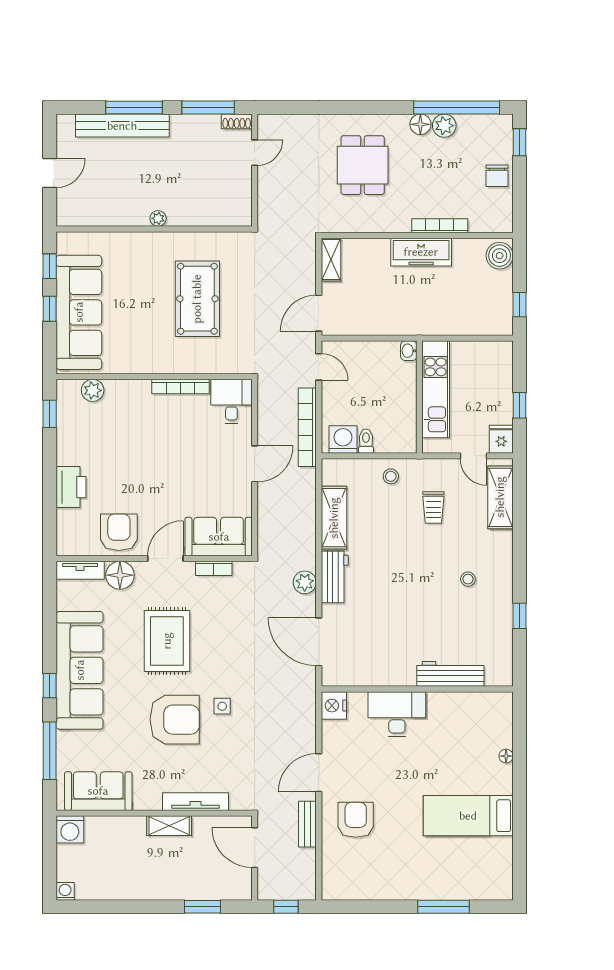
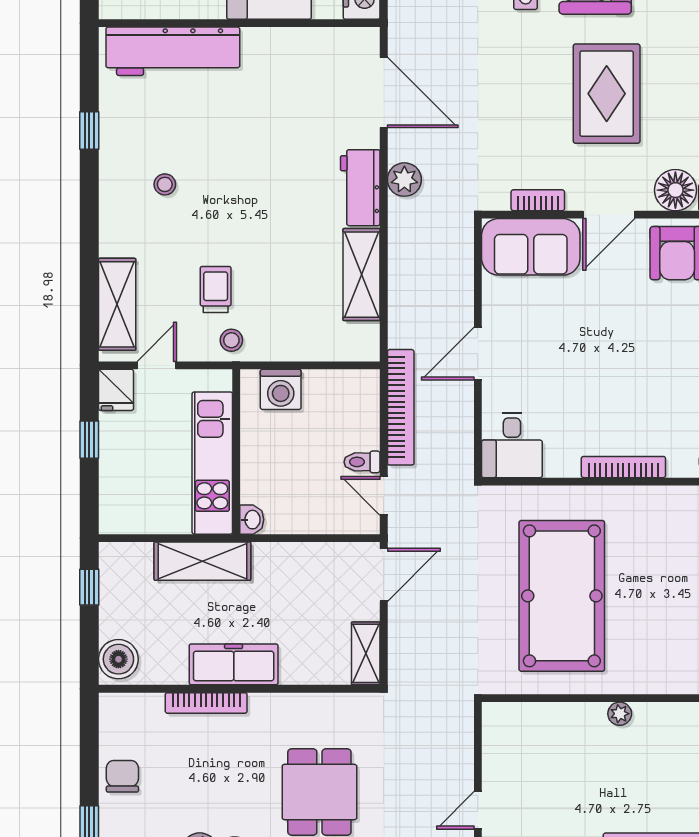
pool table: (197, 299) -> (562, 596), width x1.36, depth x1.32
shelving: (442, 322) -> (202, 561), added
bookcase: (181, 387) -> (623, 467), moved
washing machine: (343, 439) -> (281, 389), moved
toilet: (366, 441) -> (362, 462), moved, turned 90
door: (473, 456) -> (157, 365), hinge flipped
stool: (391, 476) -> (231, 340), moved
workbench: (450, 674) -> (173, 51), width x1.36, depth x1.32

